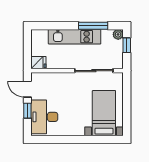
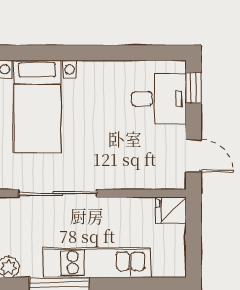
window: (27, 111) -> (194, 88), moved
desk: (44, 117) -> (159, 99), width x0.73

